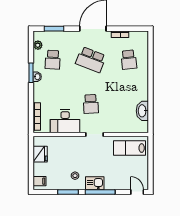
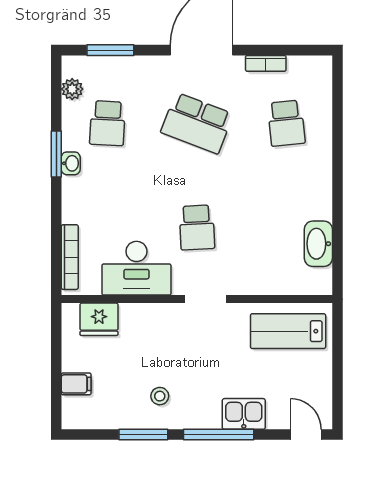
fridge: (40, 154) -> (99, 319), moved, turned 90
filing cabinet: (39, 181) -> (76, 384), moved
kitchen sink: (95, 183) -> (244, 414), moved

